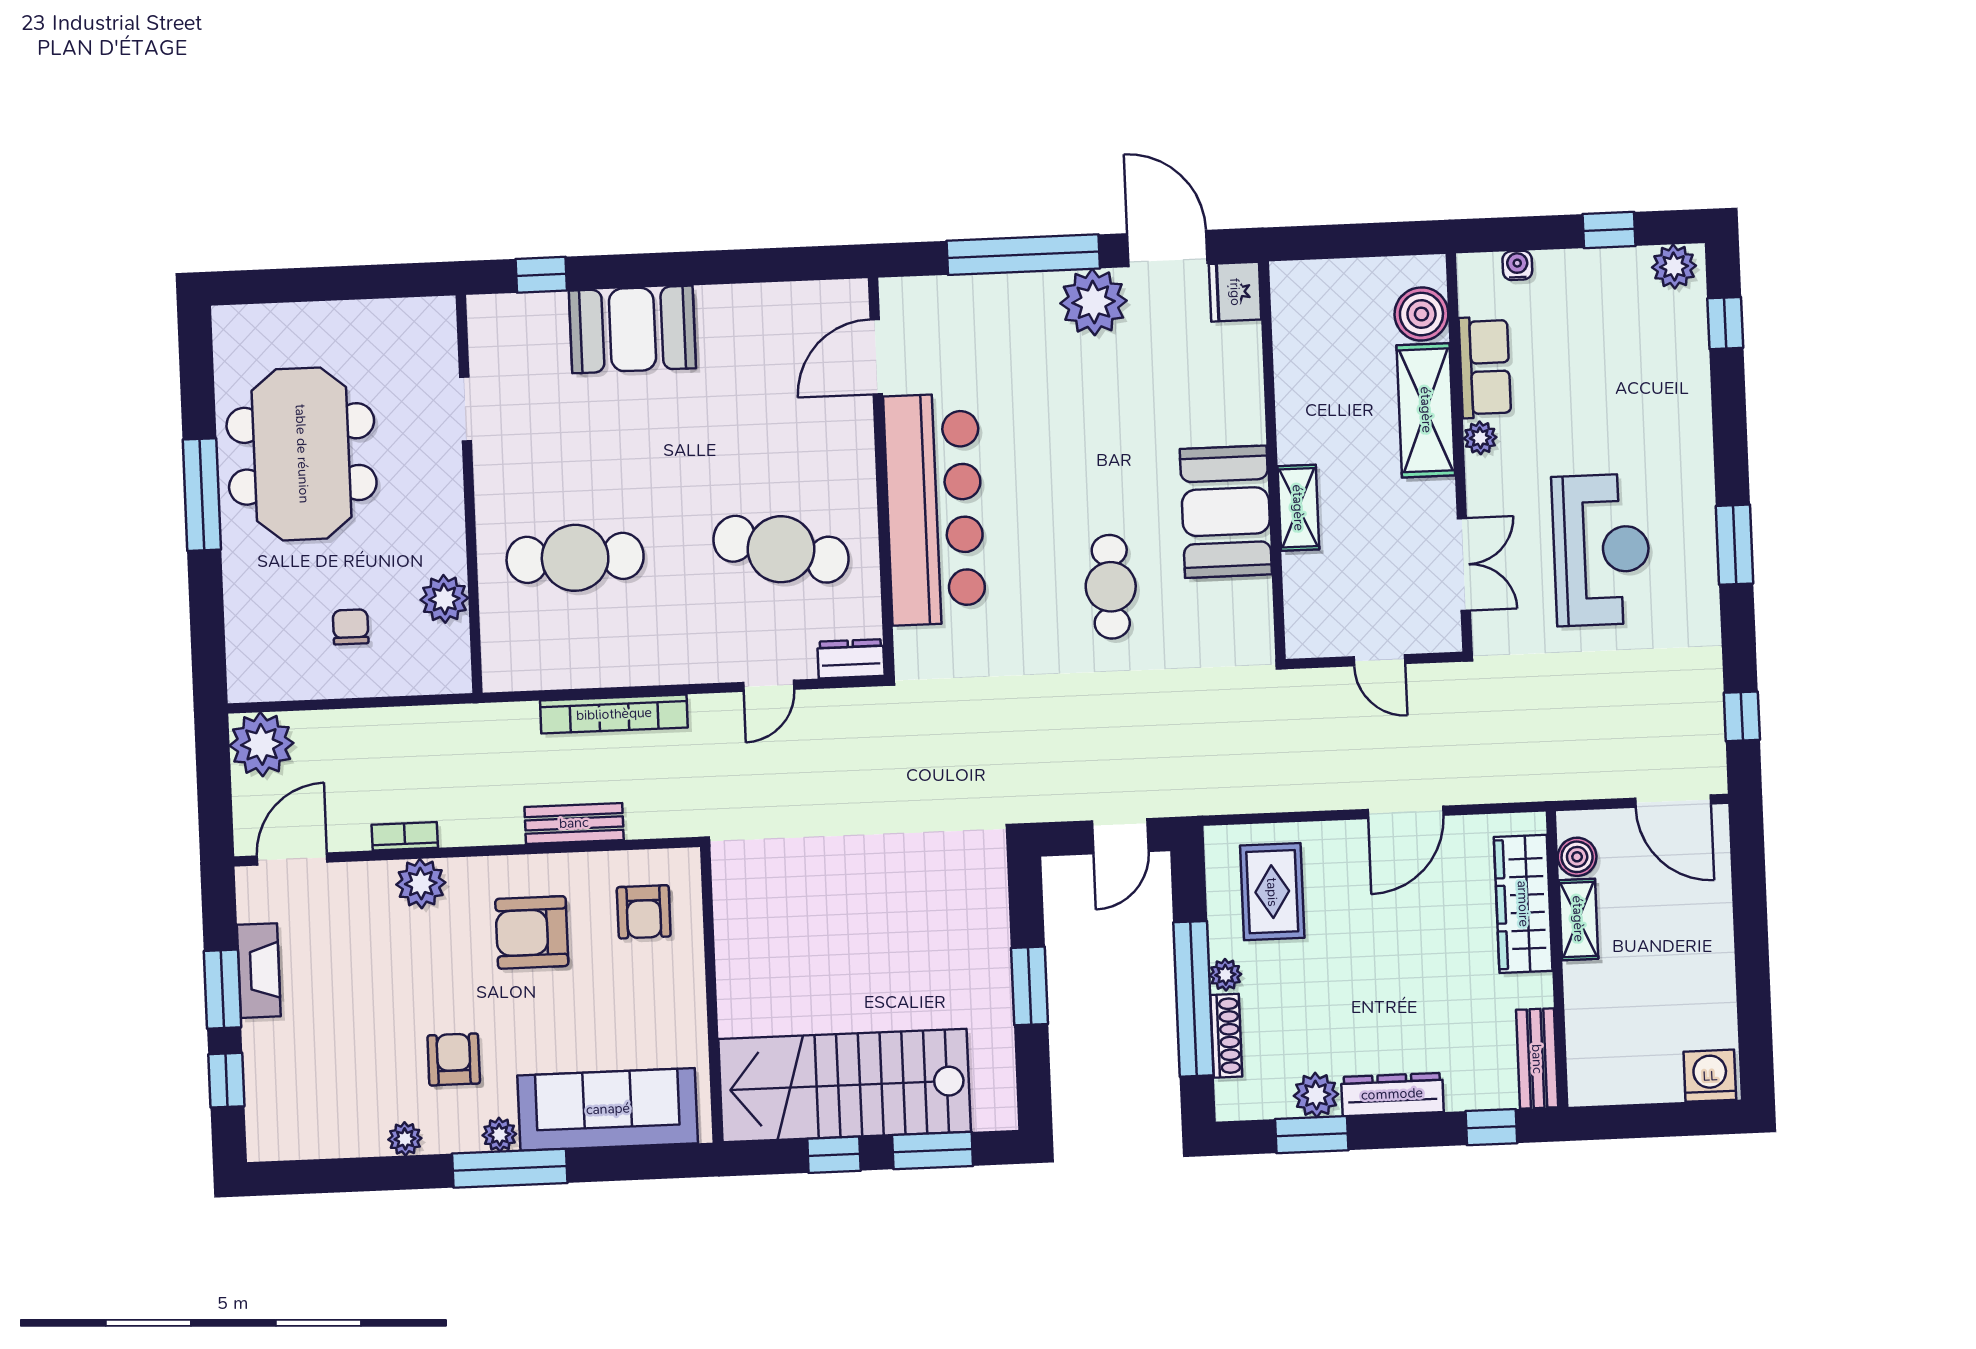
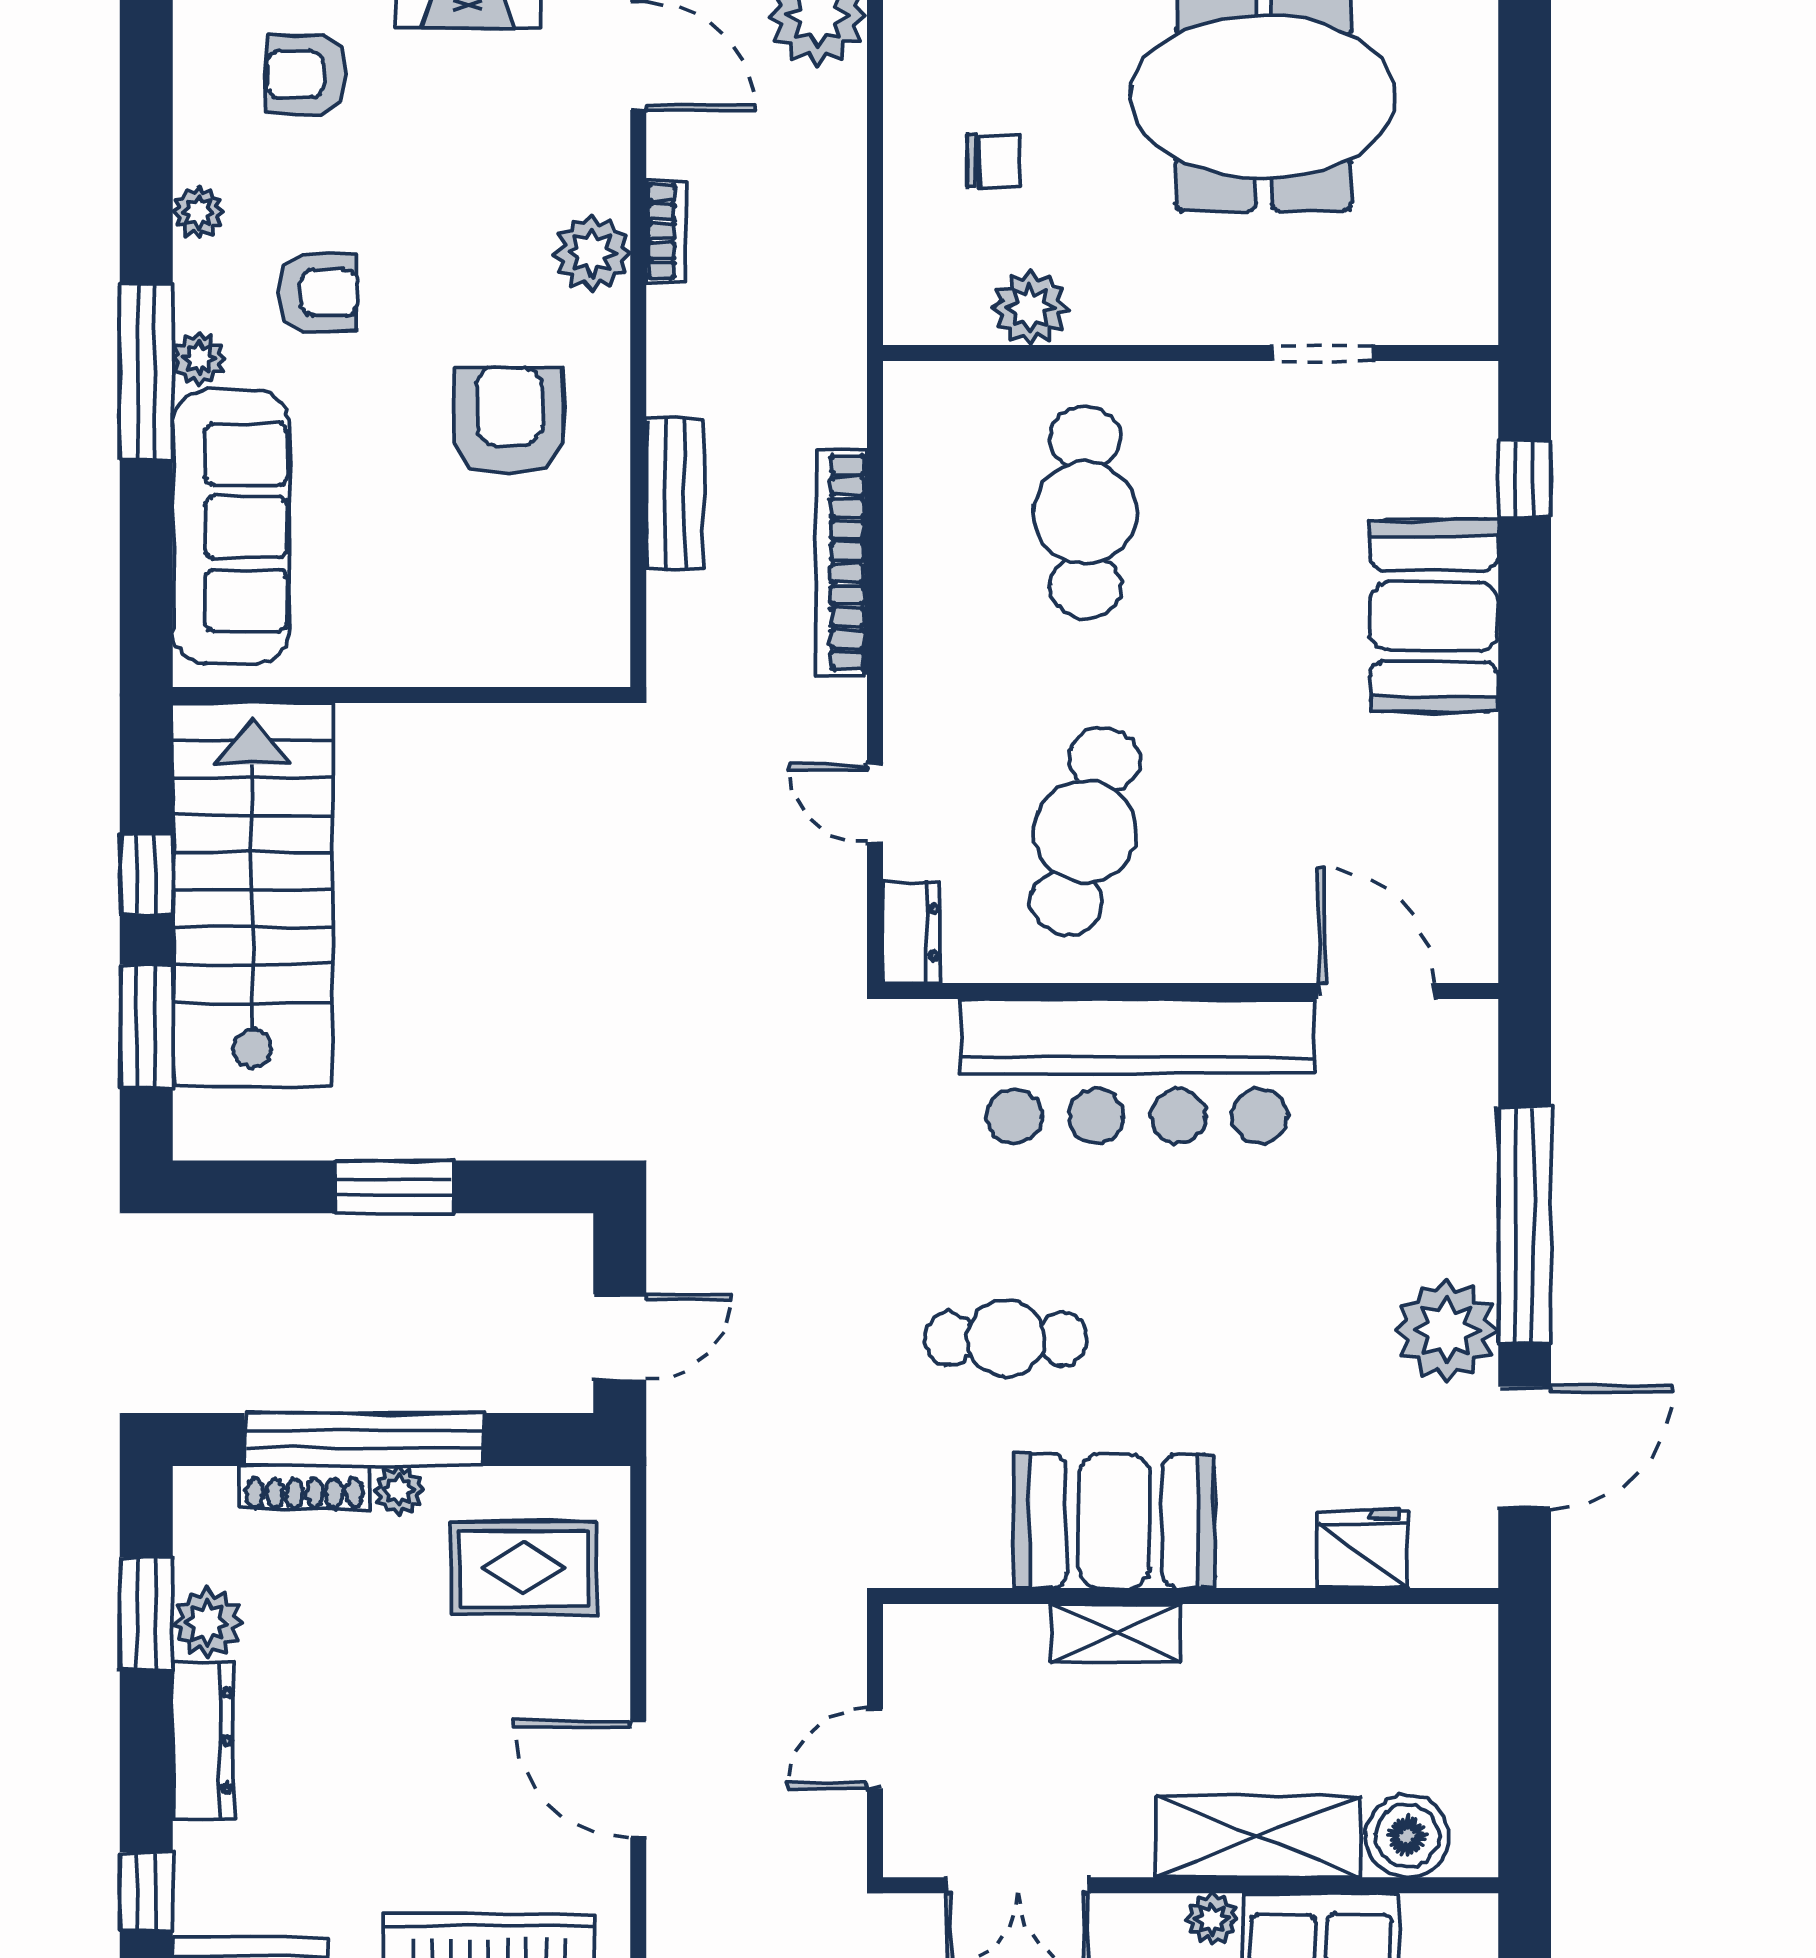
fridge: (1235, 292) -> (1363, 1549), moved
door: (1120, 836) -> (620, 1337), swing flipped
armchair: (644, 912) -> (306, 74), moved

